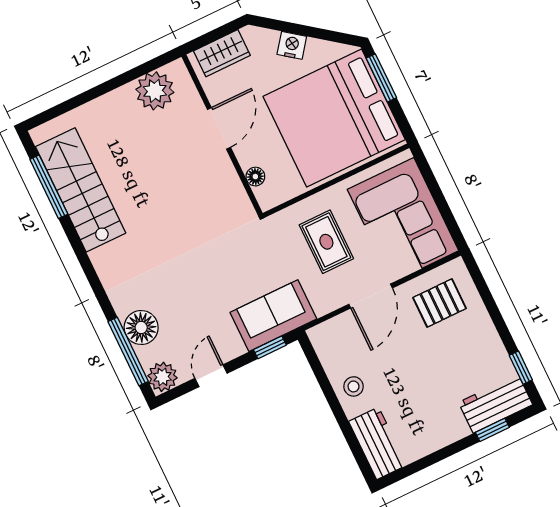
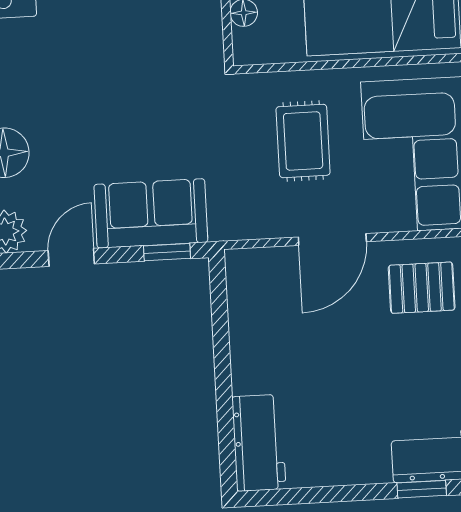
sofa: (273, 316) -> (151, 213), moved
stool: (354, 386) -> (258, 352), removed

